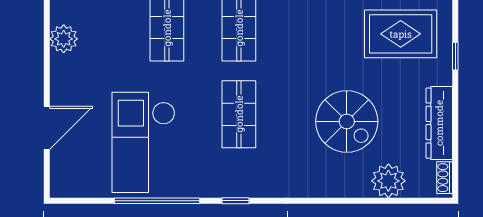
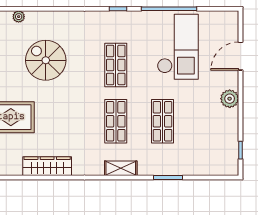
plant: (64, 39) -> (230, 99), moved
plant: (388, 181) -> (19, 17), width x0.53, depth x0.53

